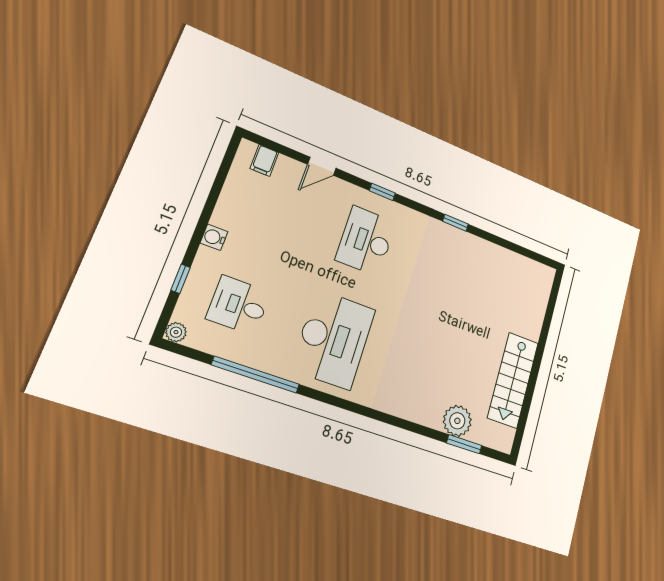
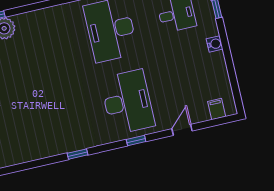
desk: (366, 241) -> (127, 102), width x1.36, depth x1.30

